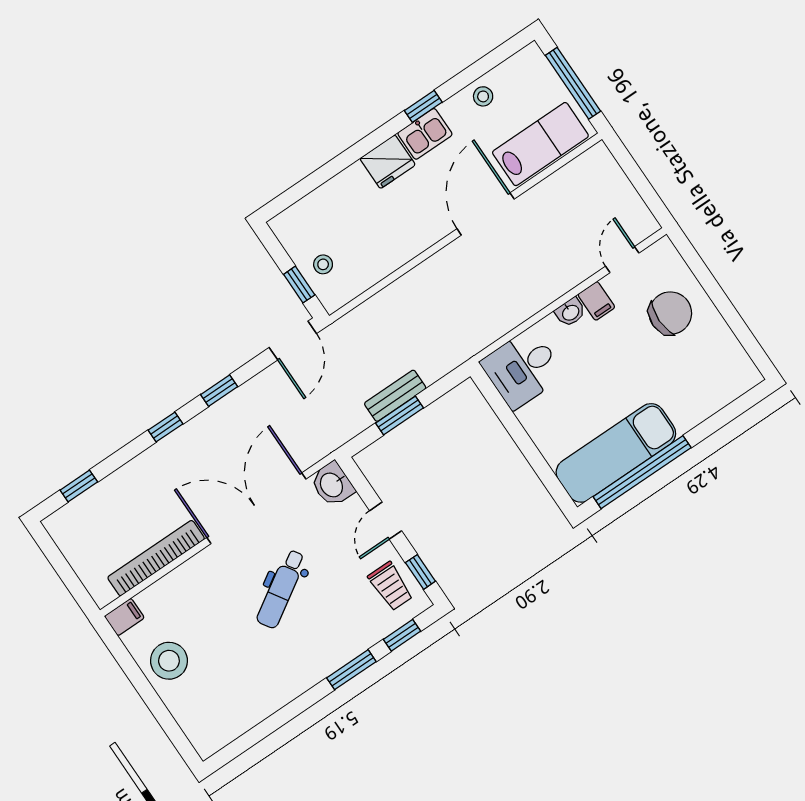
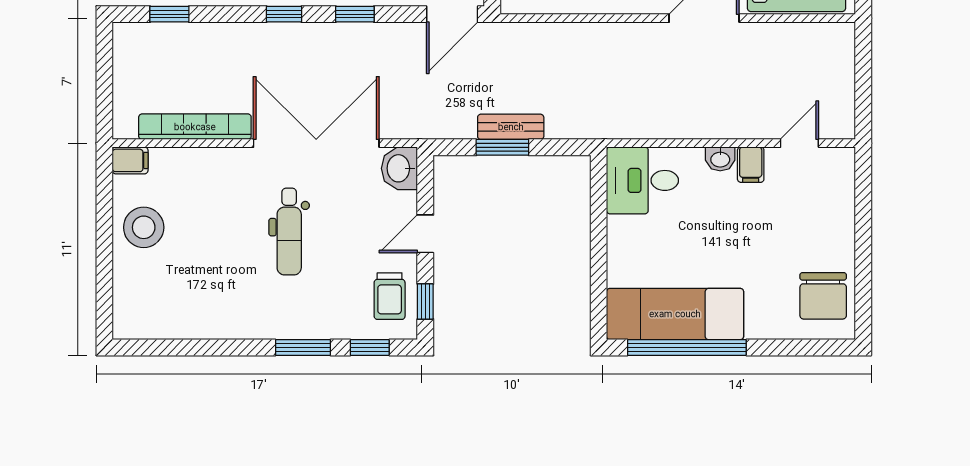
chair: (670, 313) -> (823, 296), moved, turned 90
dental chair: (281, 589) -> (289, 231), turned -58

